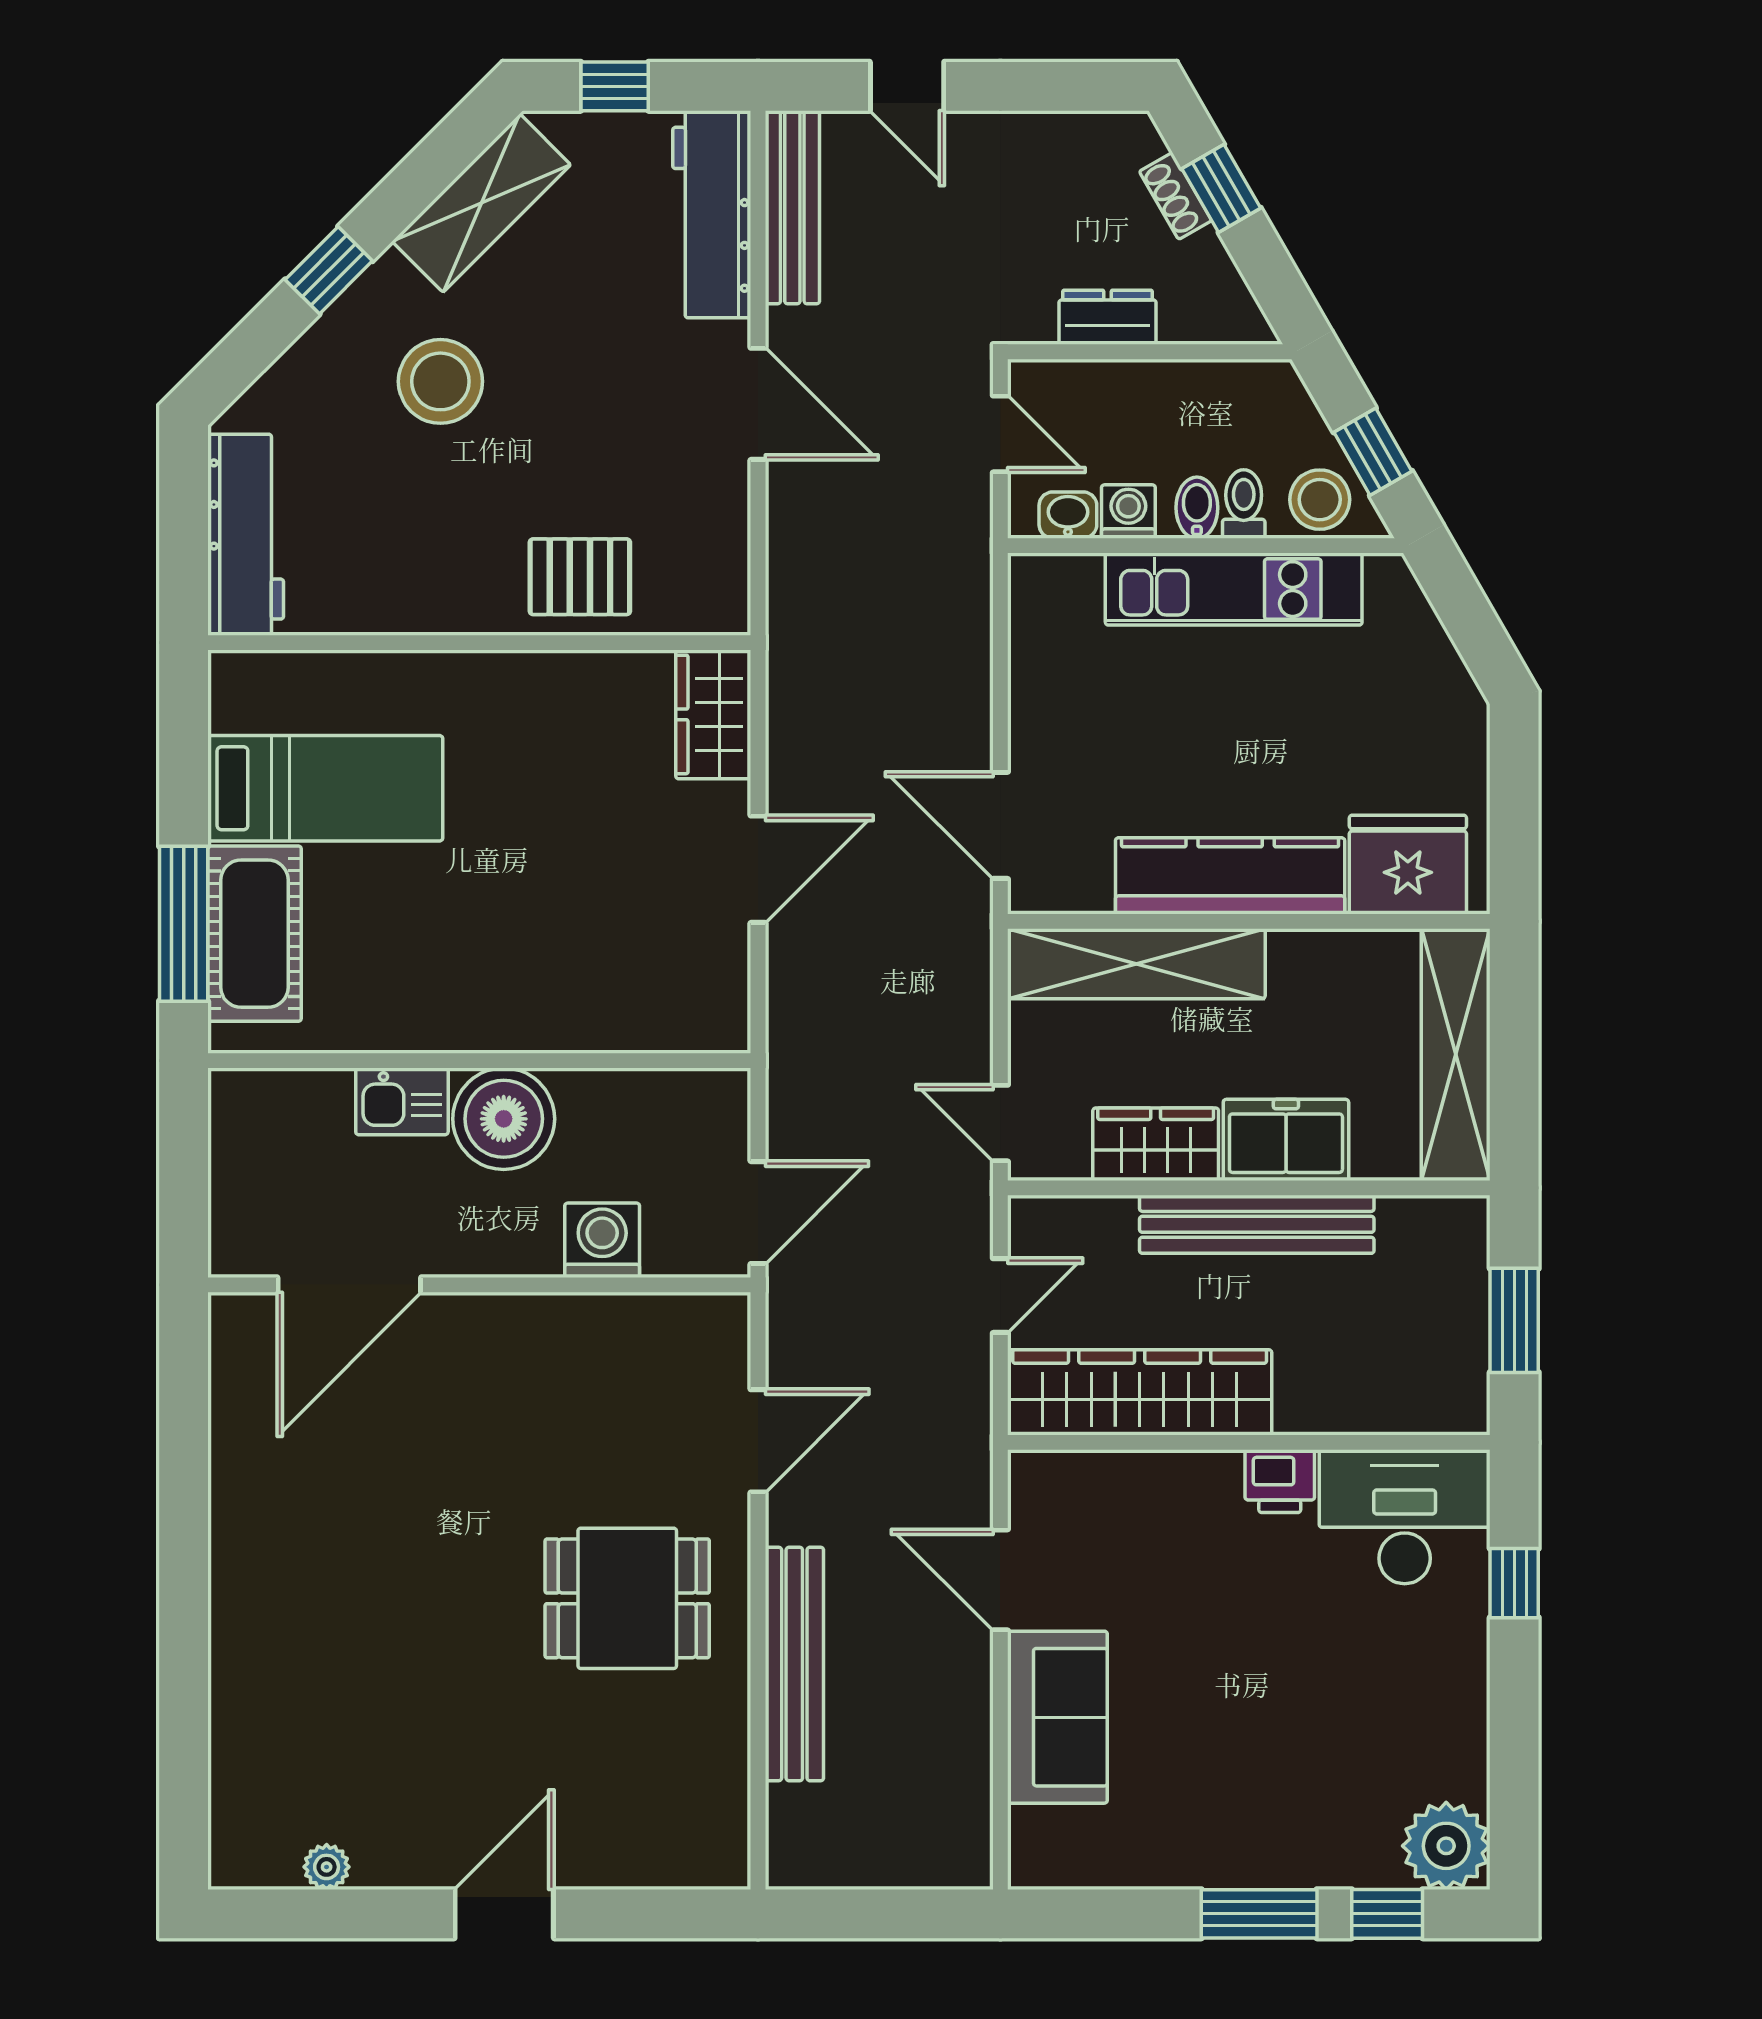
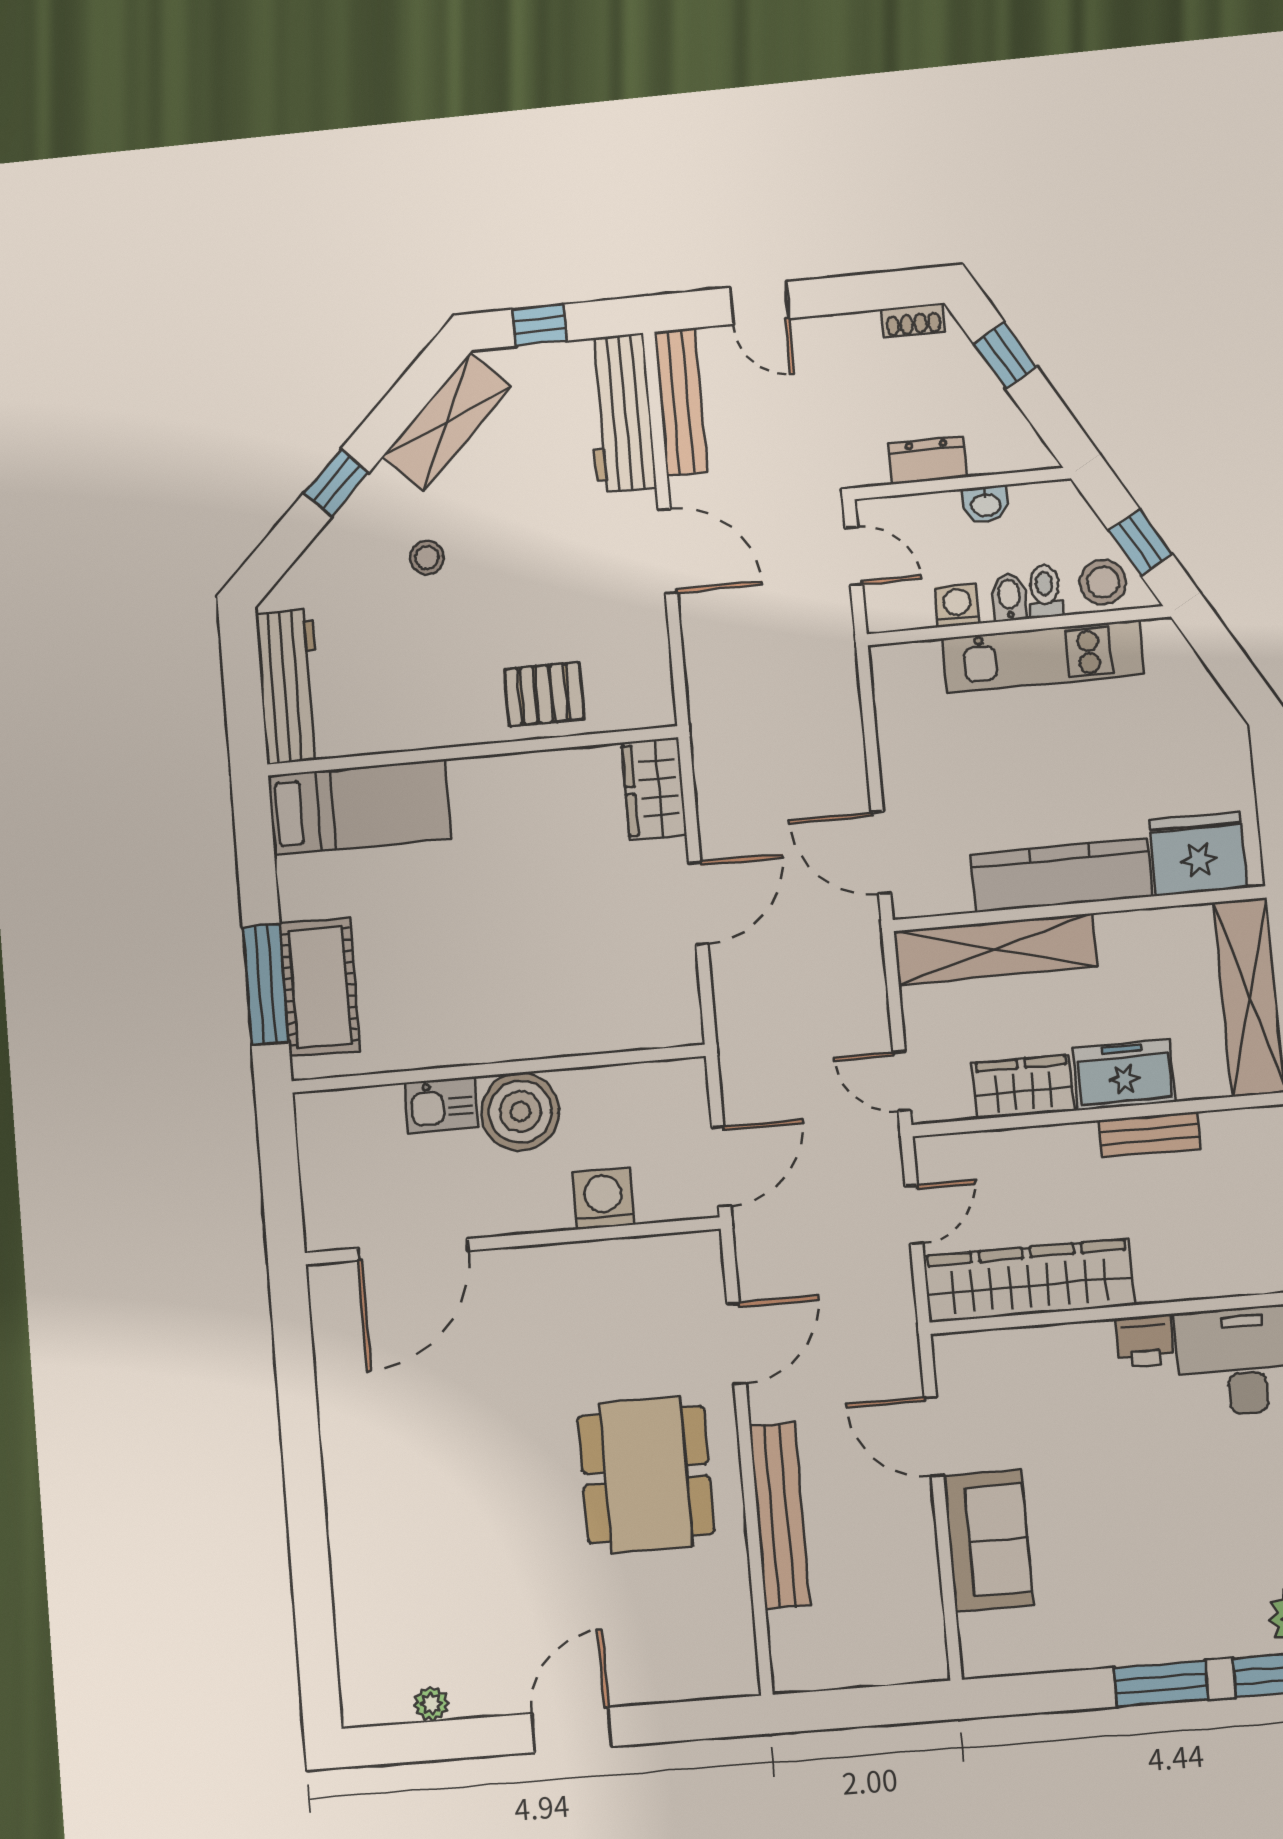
shoe rack: (1176, 196) -> (913, 320), moved, turned -60
stool: (440, 381) -> (427, 558), width x0.53, depth x0.53
washbasin: (1068, 515) -> (986, 504), moved, turned 180
bed: (325, 788) -> (359, 807), moved
bench: (1257, 1224) -> (1149, 1134), width x0.54, depth x0.82
dining table: (627, 1598) -> (646, 1475), width x1.38

